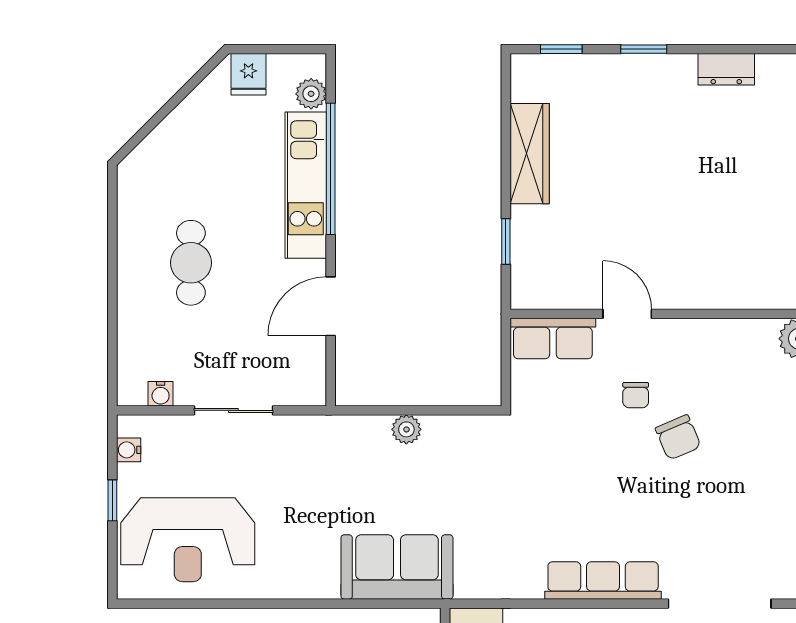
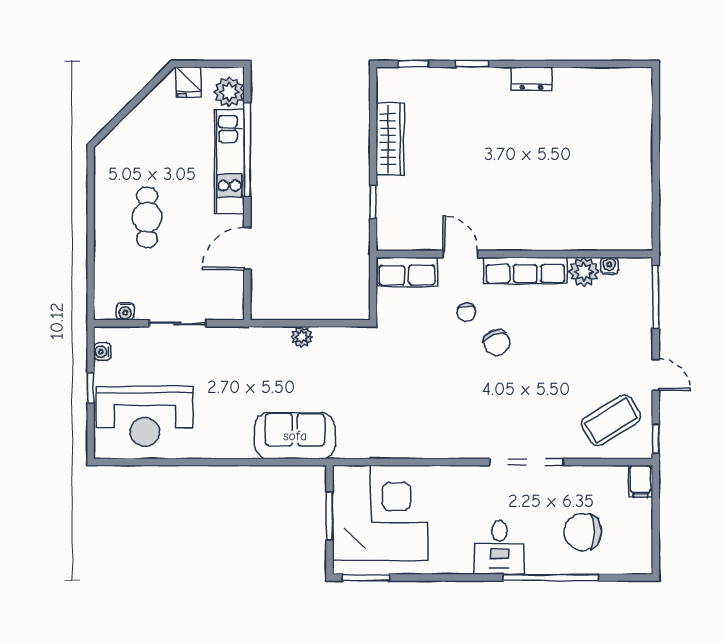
plant: (311, 94) -> (229, 92), width x1.38, depth x1.38
row of seats: (603, 581) -> (525, 271), moved, turned 180

